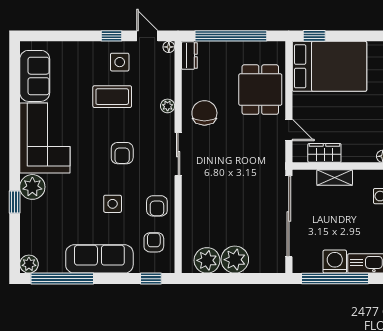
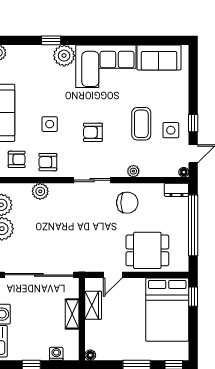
plant: (191, 215) -> (40, 191), added

